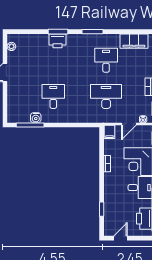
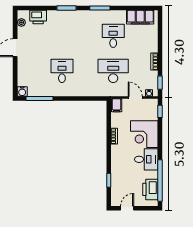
printer: (57, 41) -> (38, 17), moved
water cooler: (36, 118) -> (22, 92), moved
door: (129, 124) -> (135, 98), swing flipped

